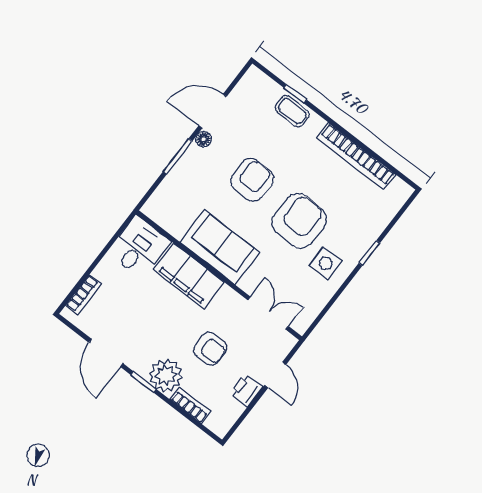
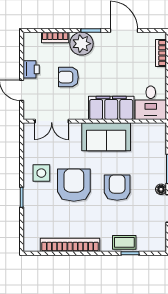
armchair: (252, 180) -> (117, 188), turned 180
armchair: (299, 221) -> (74, 185), turned 180

